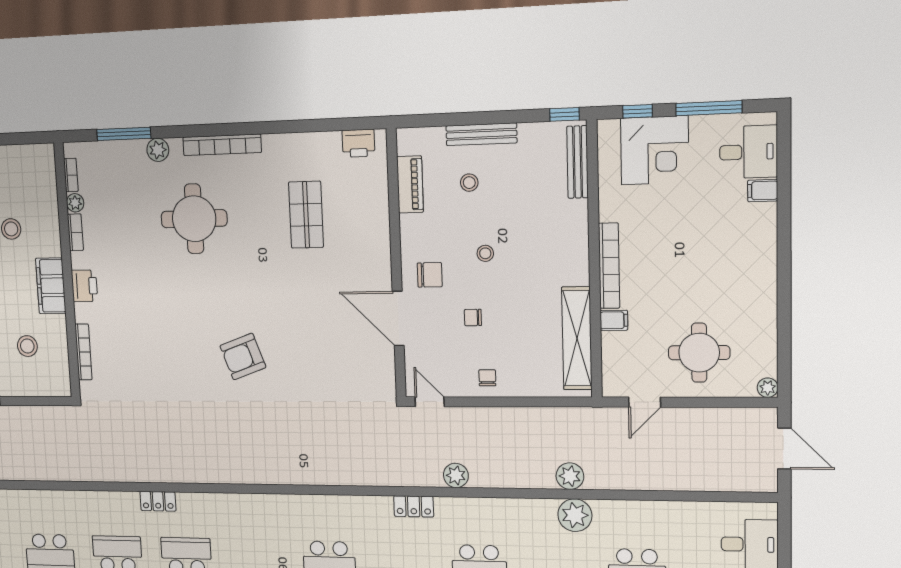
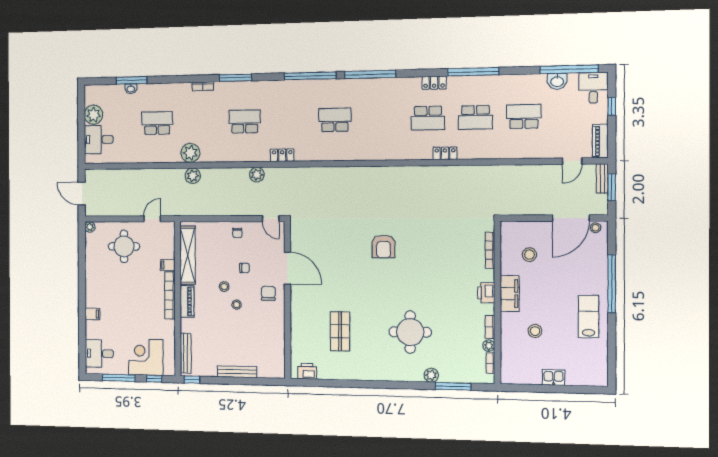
bookcase: (222, 145) -> (390, 376), removed
stool: (469, 183) -> (224, 287), moved
piano: (410, 184) -> (187, 301), moved, turned 180
filing cabinet: (763, 191) -> (92, 314), moved
chair: (430, 275) -> (268, 293), turned 90
armchair: (243, 357) -> (383, 246), turned 110

